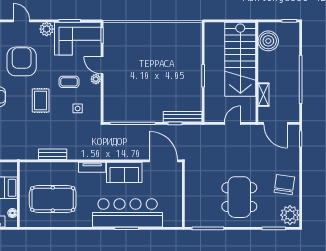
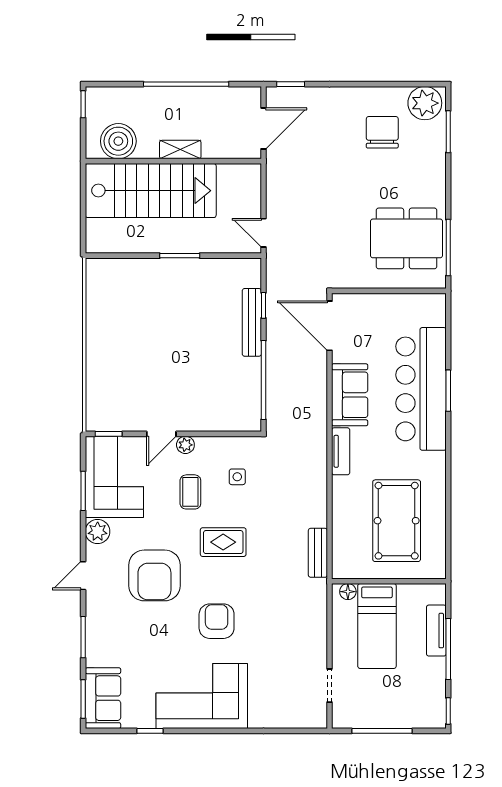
armchair: (22, 61) -> (154, 575), turned -90
shelving: (264, 95) -> (180, 150), moved
bench: (183, 117) -> (252, 322), moved
door: (233, 123) -> (263, 233), moved
bench: (53, 154) -> (318, 553), moved
door: (163, 161) -> (329, 326), hinge flipped
chair: (284, 185) -> (382, 132), moved, turned 82
dining table: (239, 197) -> (407, 238), moved
floor lamp: (12, 213) -> (348, 592), moved

